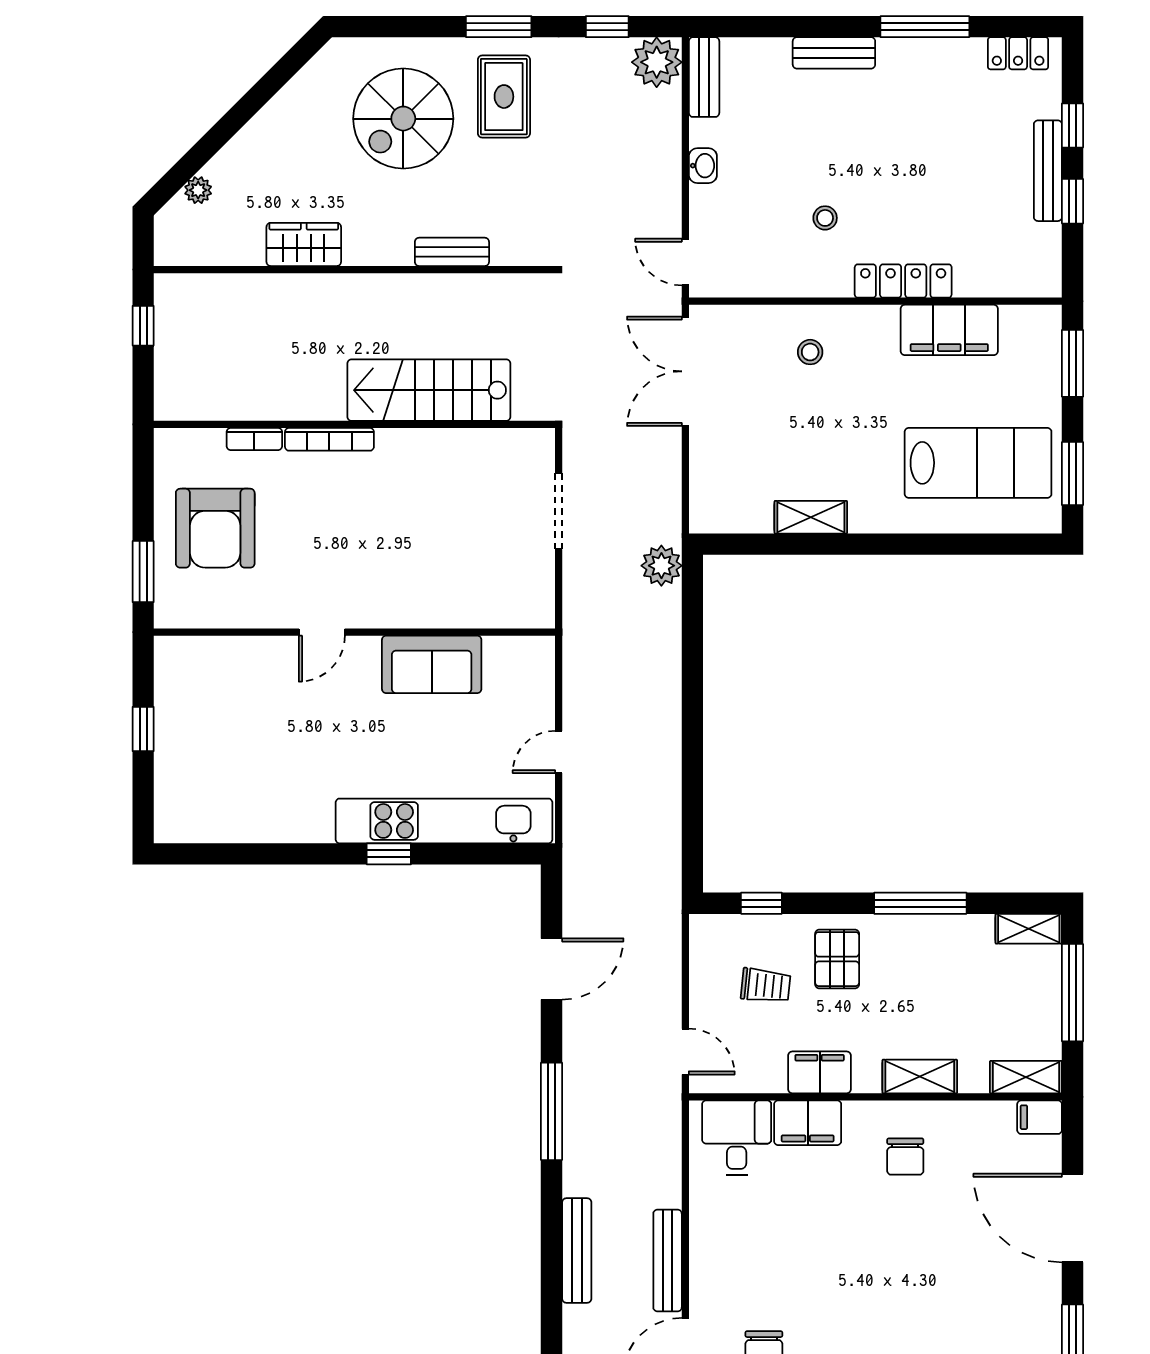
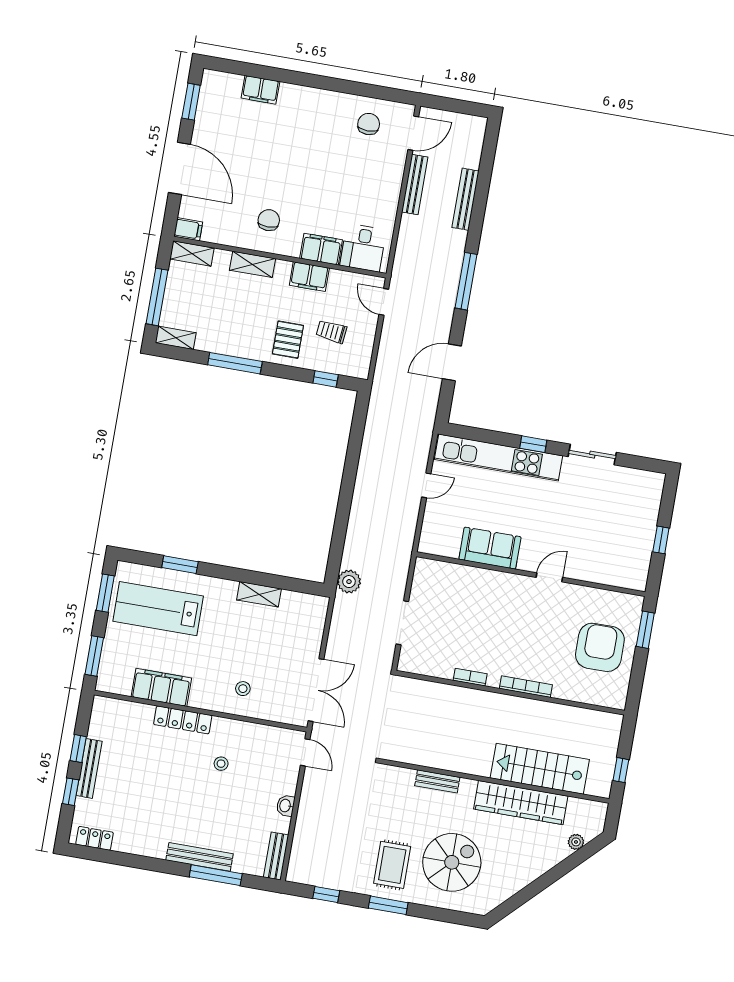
window: (925, 27) -> (216, 875), moved
bench: (834, 53) -> (200, 857), width x1.36
plant: (657, 62) -> (302, 869), removed
wardrobe: (304, 244) -> (521, 803), width x2.10, depth x1.17
stairs: (429, 390) -> (540, 769), moved, turned 180
bookcase: (254, 439) -> (470, 677), moved
window: (954, 544) -> (180, 565), added
sliding door: (285, 854) -> (592, 455), added

